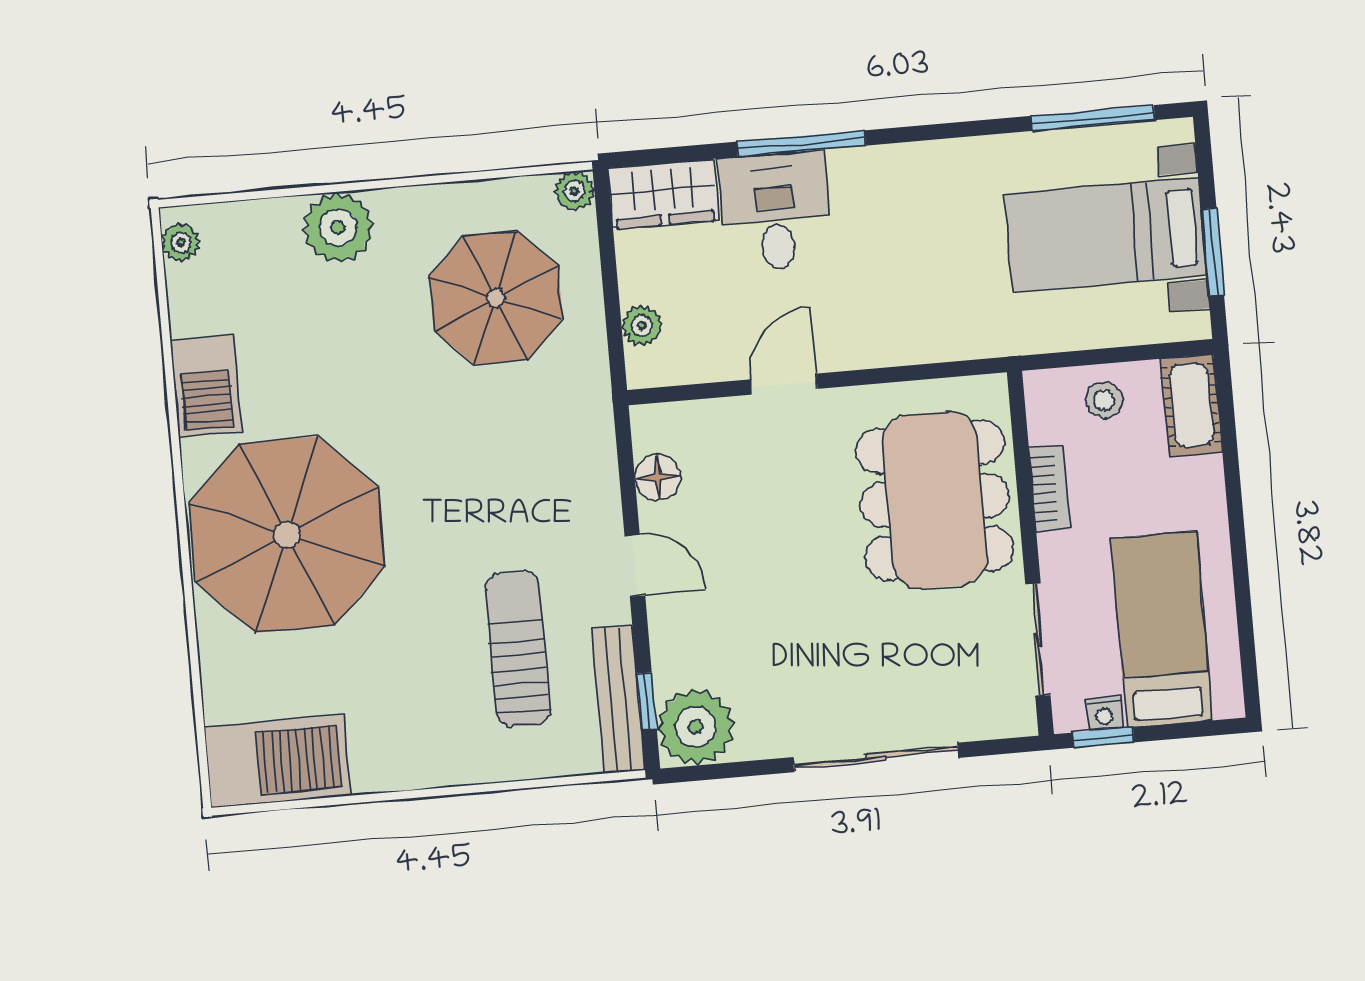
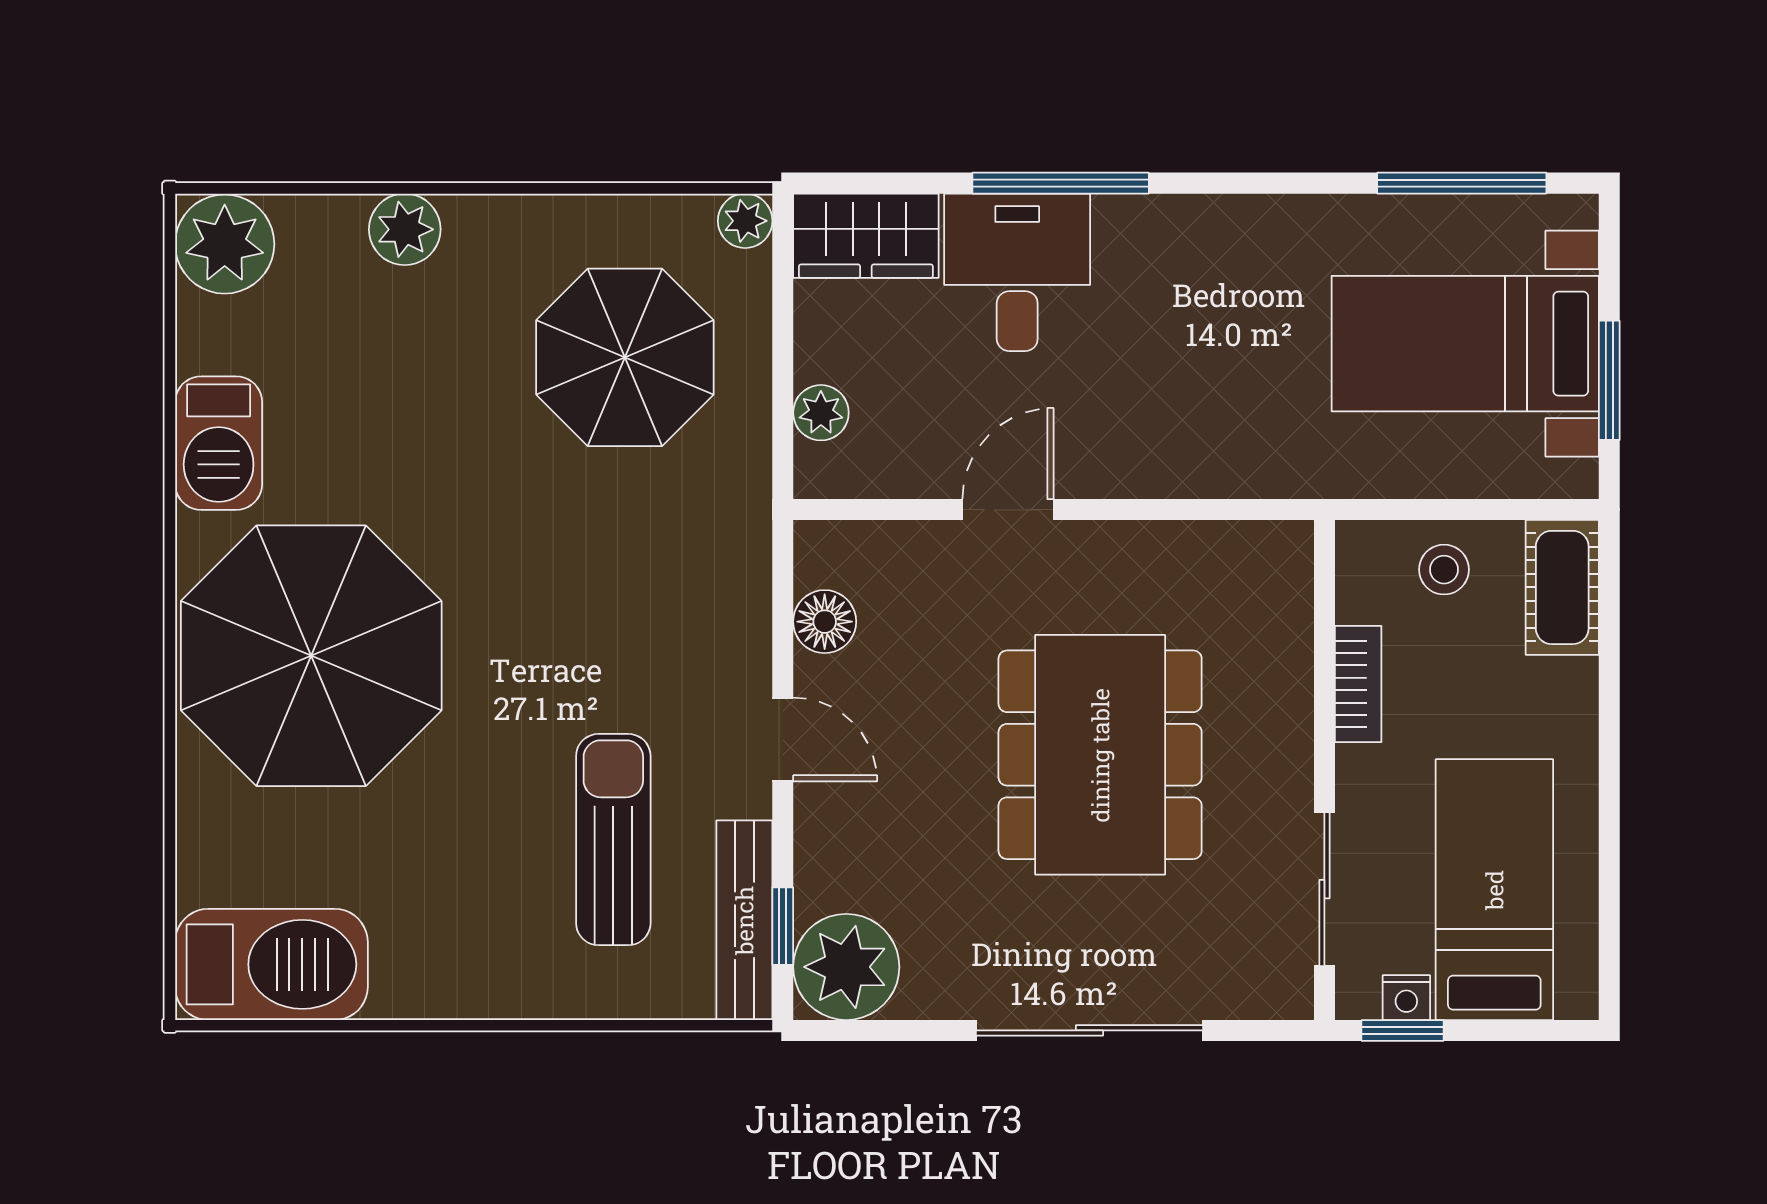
plant: (338, 227) -> (405, 229), width x0.73, depth x0.73
plant: (181, 242) -> (225, 244), width x1.88, depth x1.88
dining table: (935, 500) -> (1100, 755), moved

